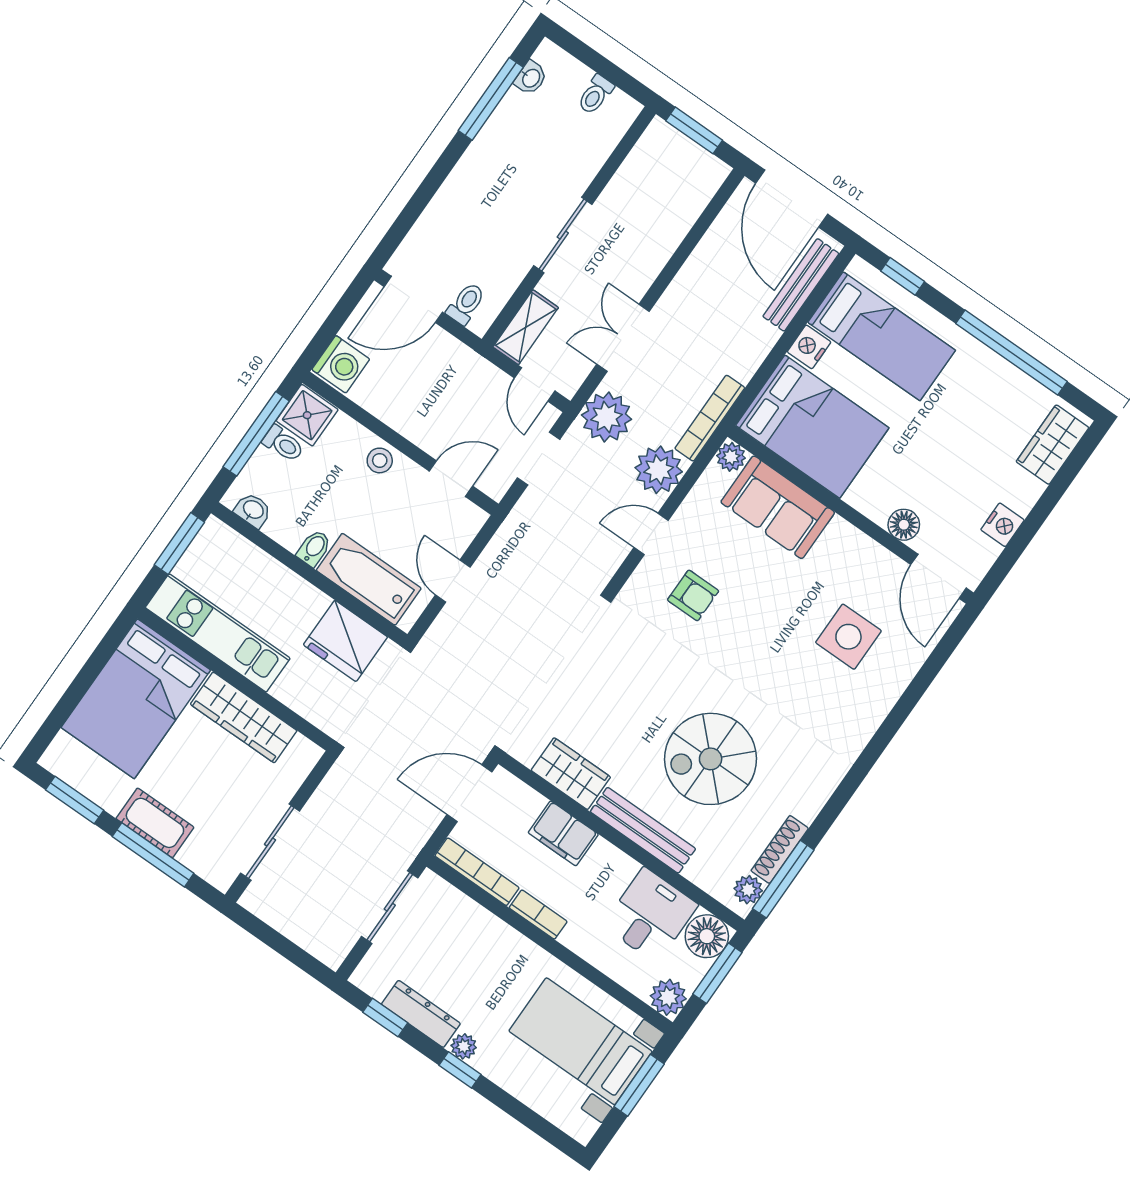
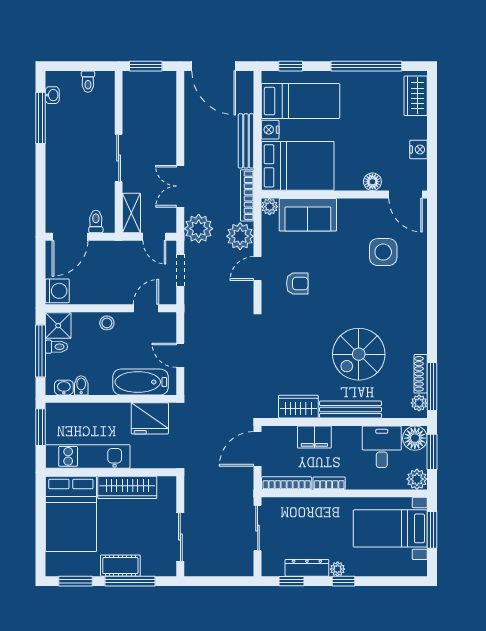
bench: (801, 285) -> (246, 141), moved
bidet: (314, 548) -> (81, 385), moved

